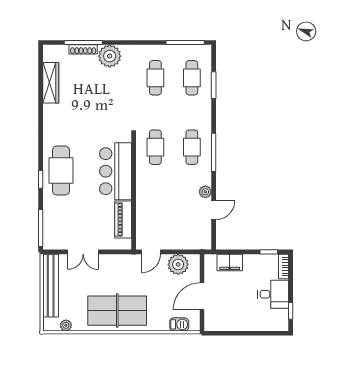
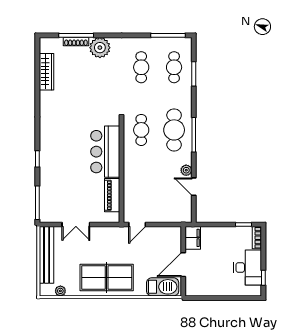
cafe table: (192, 147) -> (174, 130), width x1.37, depth x1.35
cafe table: (61, 170) -> (56, 151), removed
door: (214, 210) -> (194, 187), swing flipped
filing cabinet: (230, 262) -> (193, 238), moved, turned -90
plant: (178, 264) -> (162, 236), removed
desk: (273, 294) -> (248, 268), width x1.37
barbecue: (179, 324) -> (163, 287), width x1.88, depth x1.53

